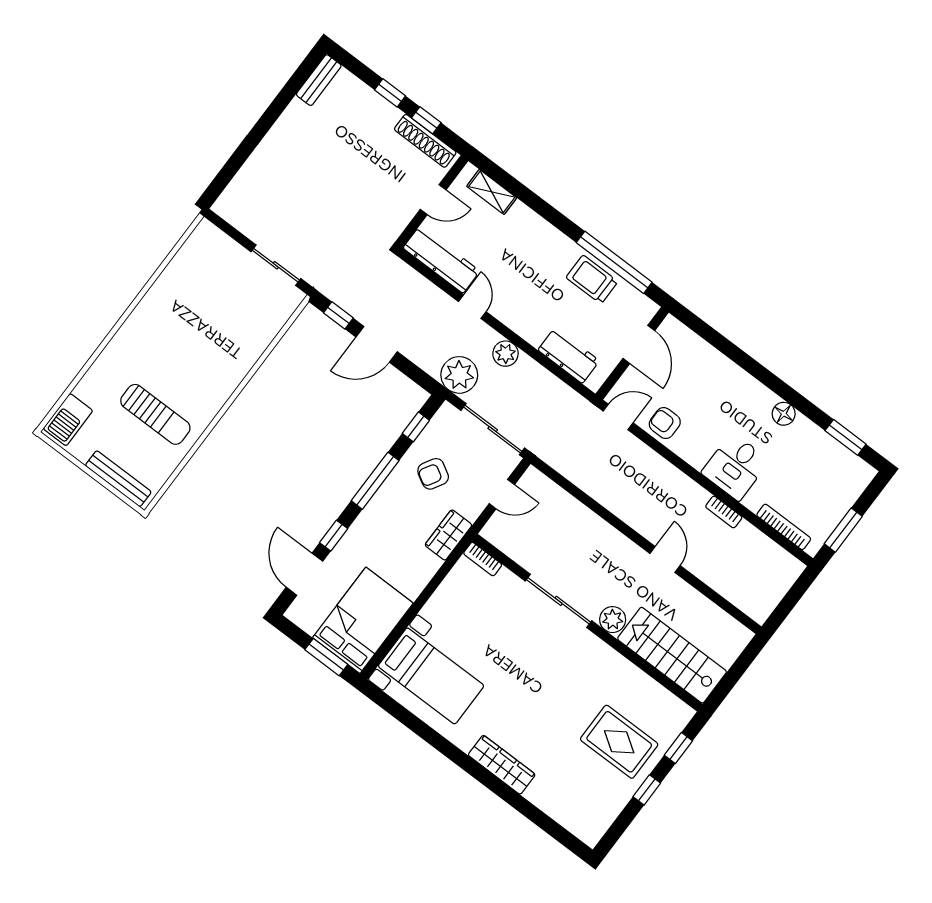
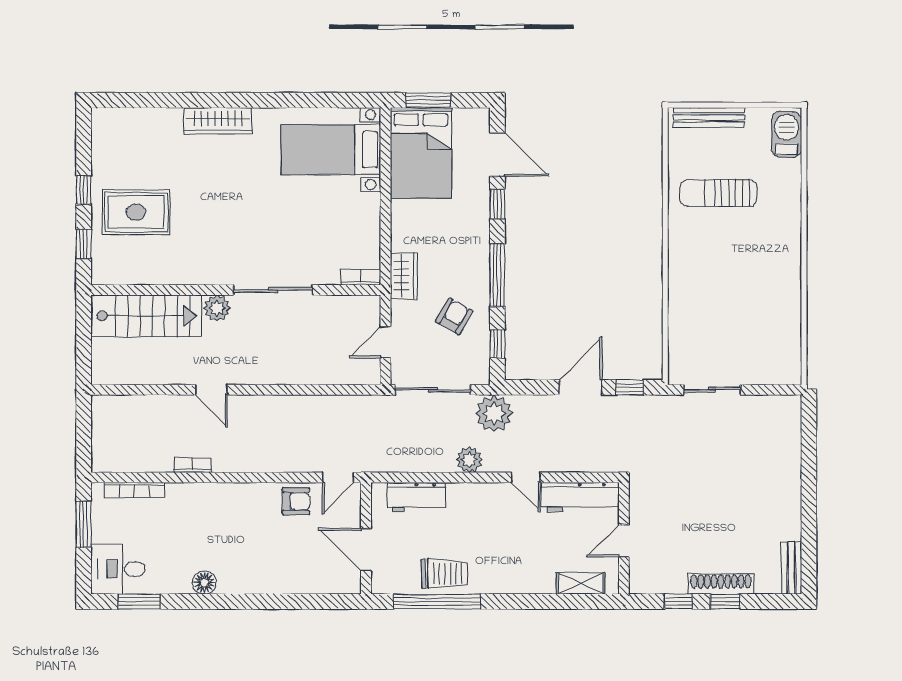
shoe rack: (425, 141) -> (721, 584), moved
desk: (735, 467) -> (118, 569), moved, turned -90

